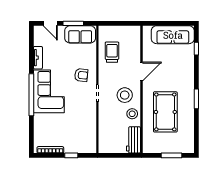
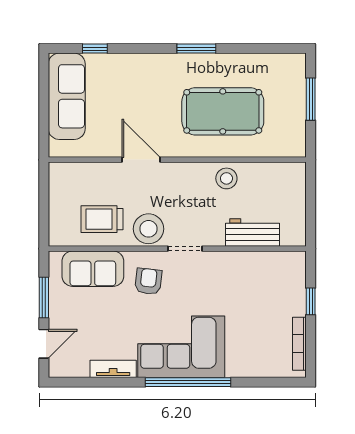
sofa: (80, 34) -> (93, 269), moved, turned 90
stool: (125, 95) -> (149, 229), moved
workbench: (133, 140) -> (252, 233), moved, turned 180

